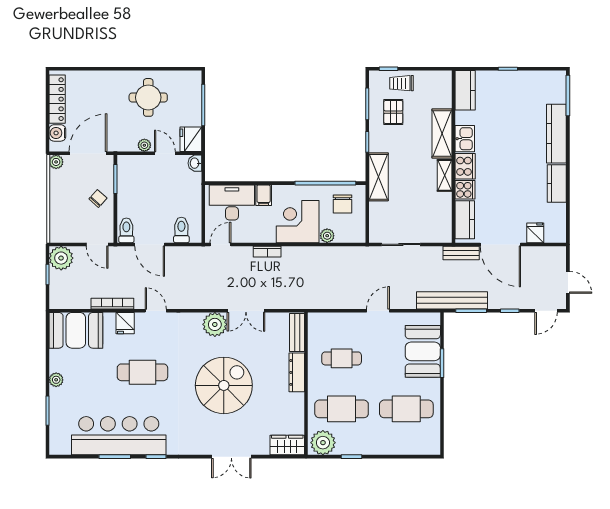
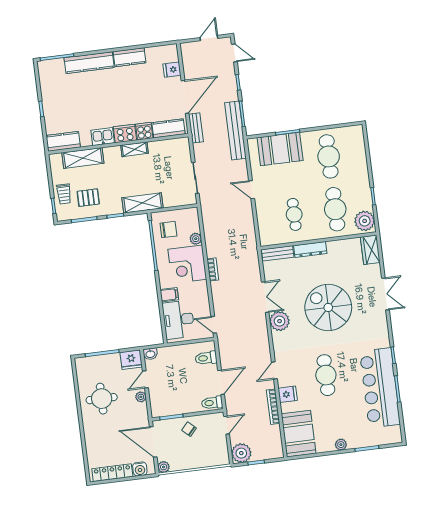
shelving: (442, 133) -> (83, 158), moved
bookcase: (267, 252) -> (213, 269), moved

